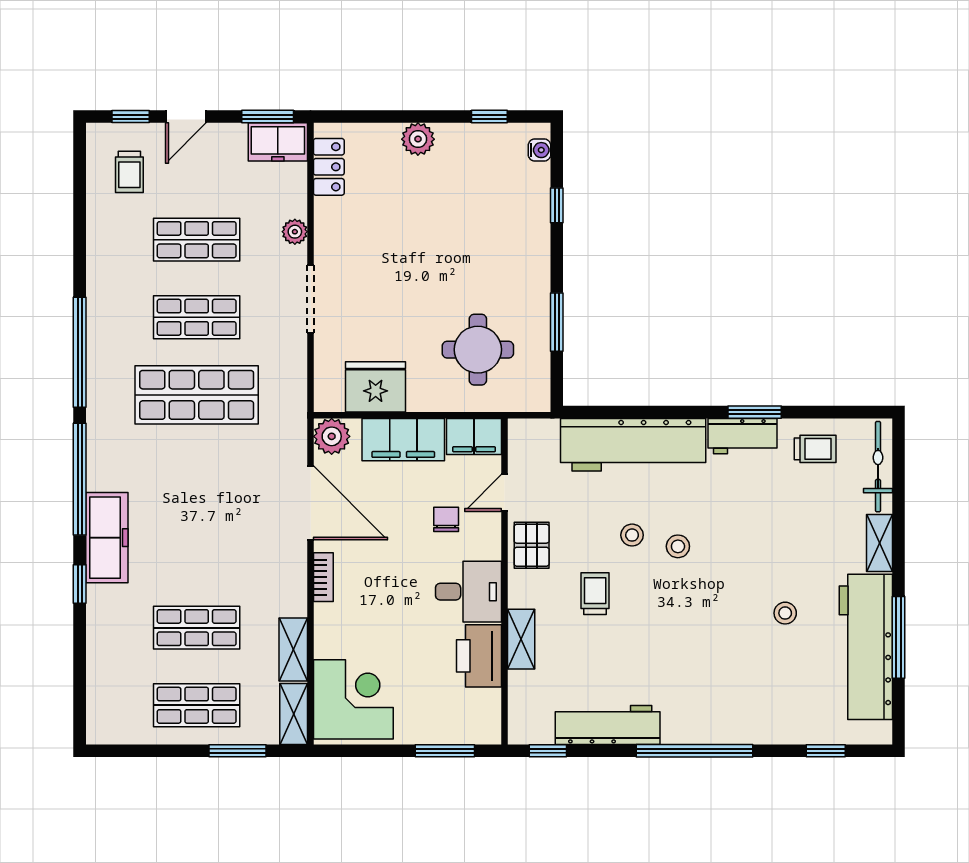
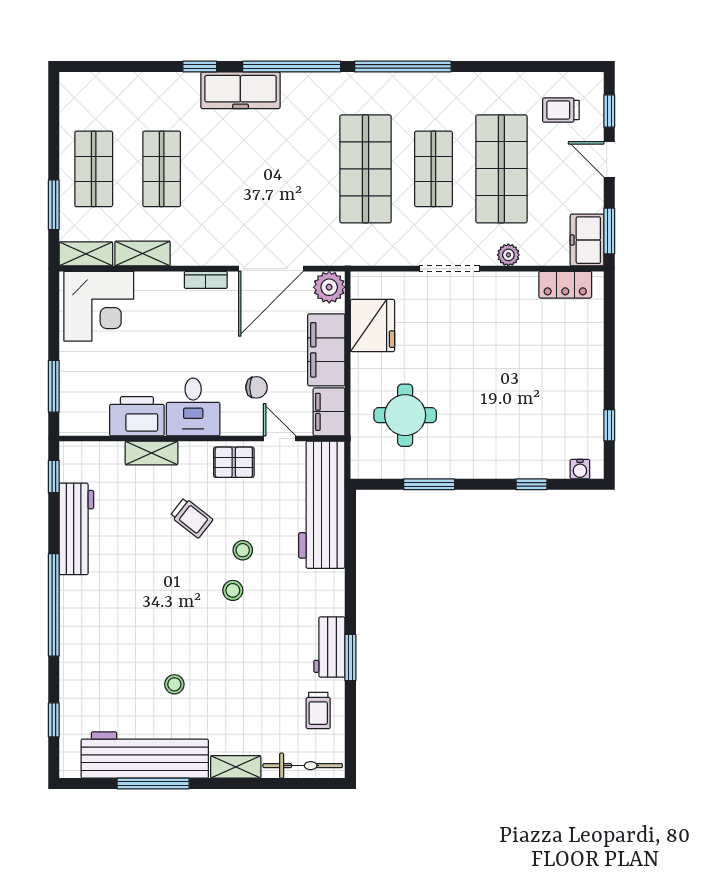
plant: (418, 139) -> (590, 363), removed
shop shelf: (197, 240) -> (501, 169), width x1.43, depth x1.36
workbench: (633, 445) -> (322, 505), moved
trolley: (595, 594) -> (191, 518), turned 38

